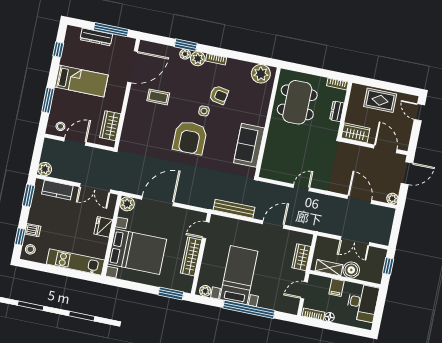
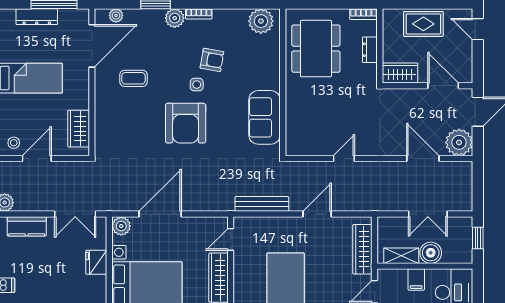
plant: (185, 54) -> (116, 15), moved
plant: (392, 199) -> (459, 142), width x1.87, depth x1.87
wardrobe: (301, 257) -> (362, 249), width x1.50

